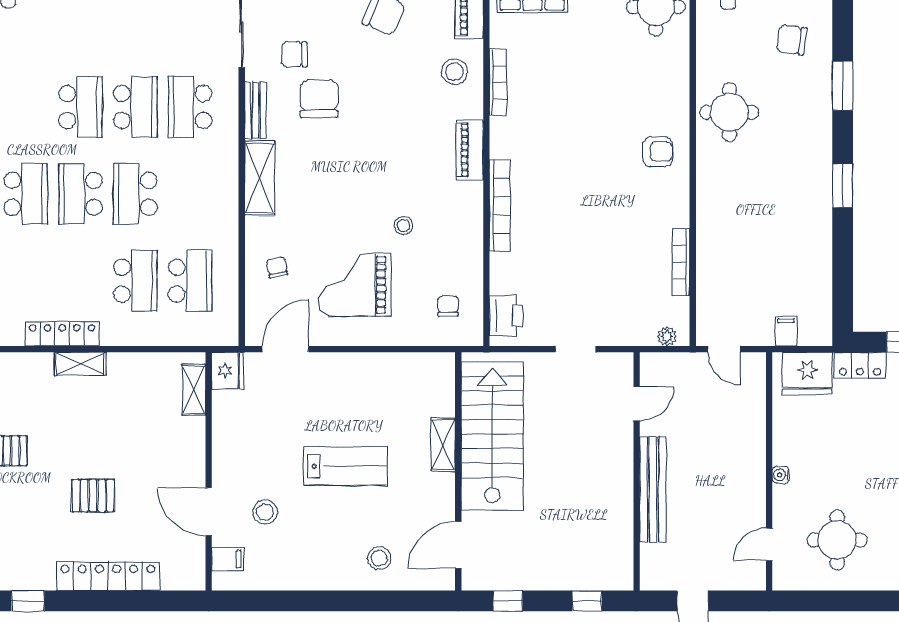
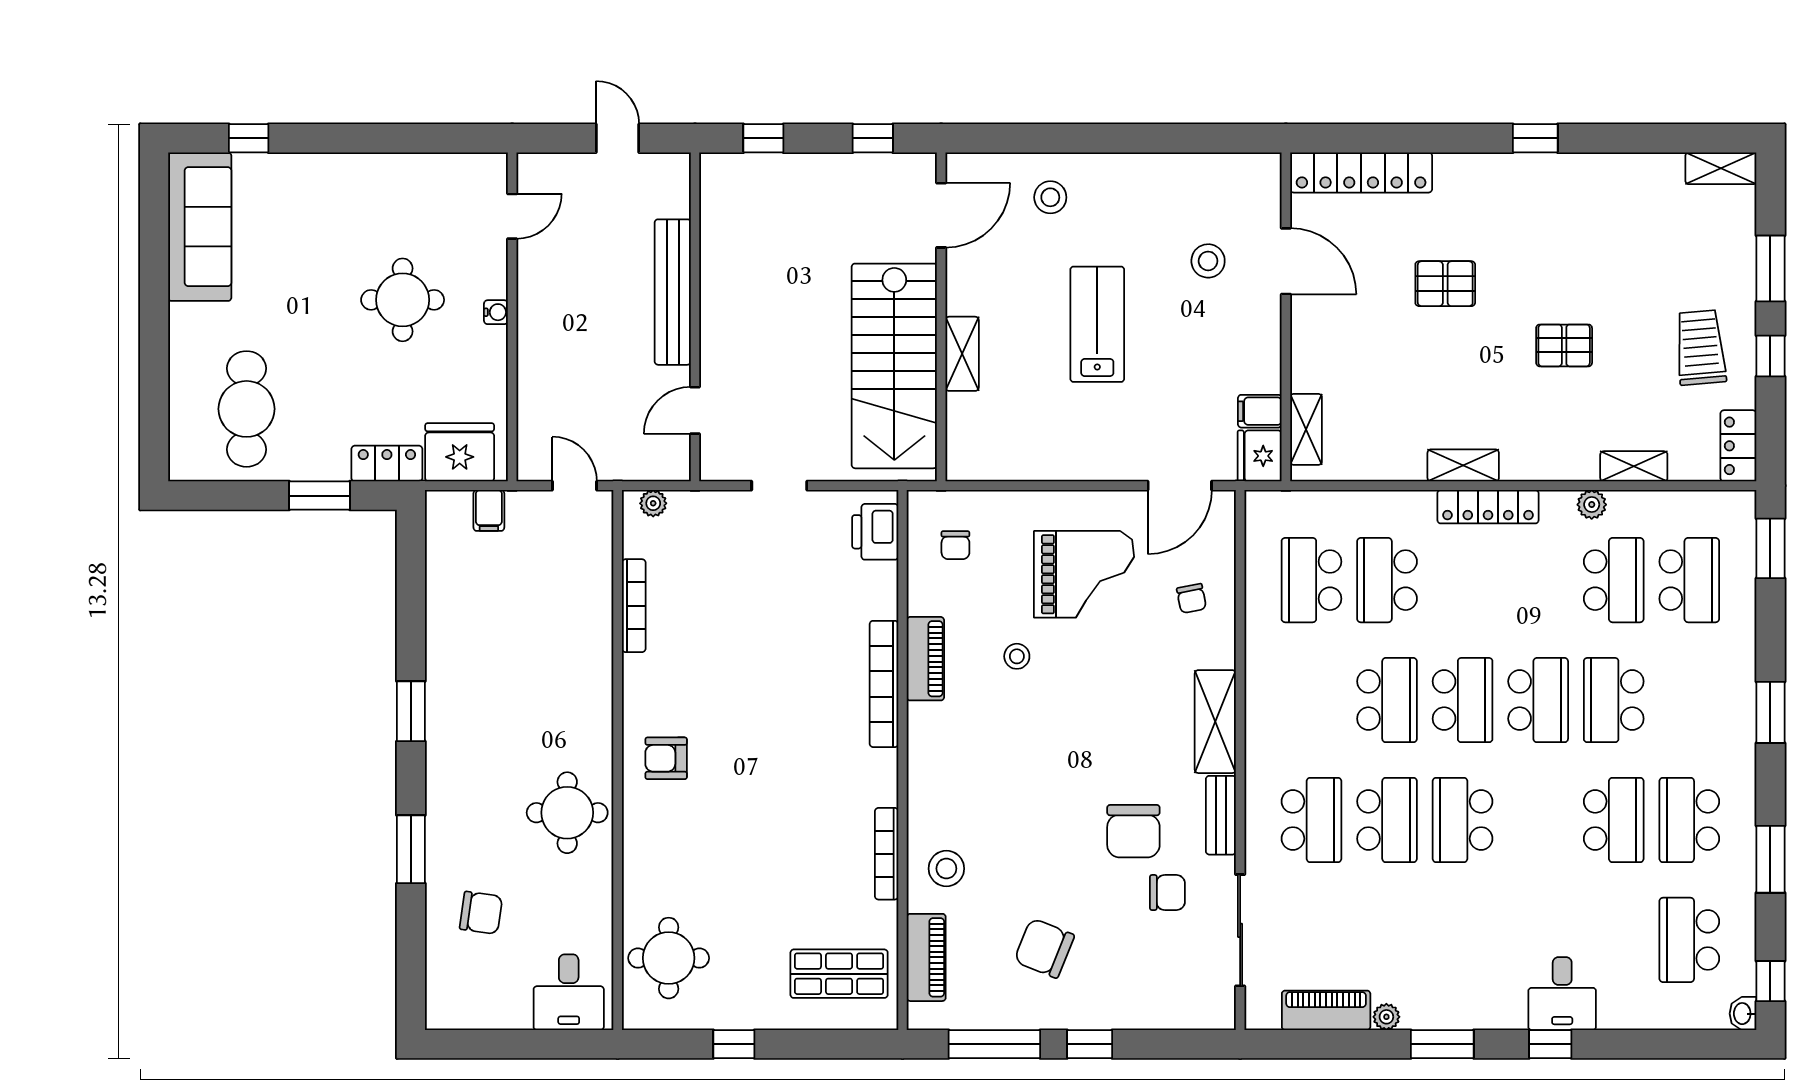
school desk: (135, 107) -> (1387, 820), turned 180
piano: (470, 150) -> (925, 659), moved
school desk: (26, 194) -> (1538, 700), turned 180
lab bench: (345, 466) -> (1097, 324), turned 90
round table: (837, 540) -> (403, 300), moved
filing cabinet: (227, 559) -> (1260, 411), moved
locker: (108, 576) -> (1361, 172), moved

